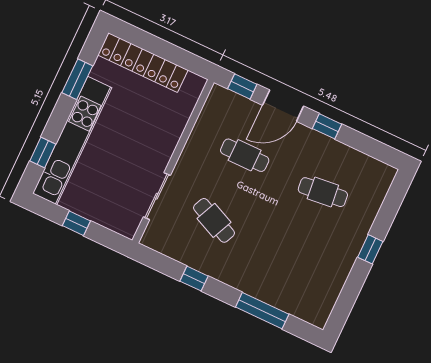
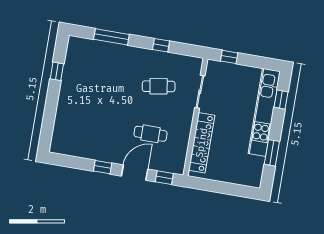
locker: (143, 63) -> (202, 143), moved, turned 90
cafe table: (323, 192) -> (94, 124), removed
cafe table: (214, 220) -> (159, 86), turned -33
window: (76, 223) -> (229, 57), moved
window: (370, 249) -> (57, 71), moved

